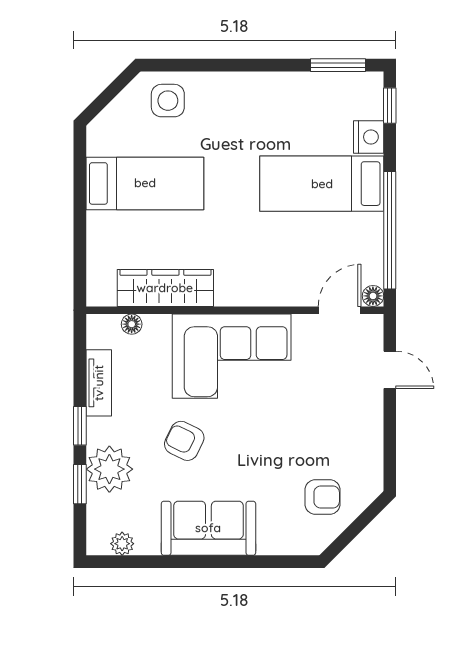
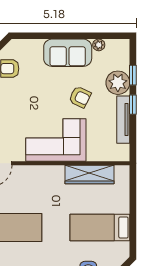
floor lamp: (132, 324) -> (107, 156), removed
tv unit: (99, 383) -> (123, 120), width x1.41
plant: (122, 544) -> (99, 45), moved

